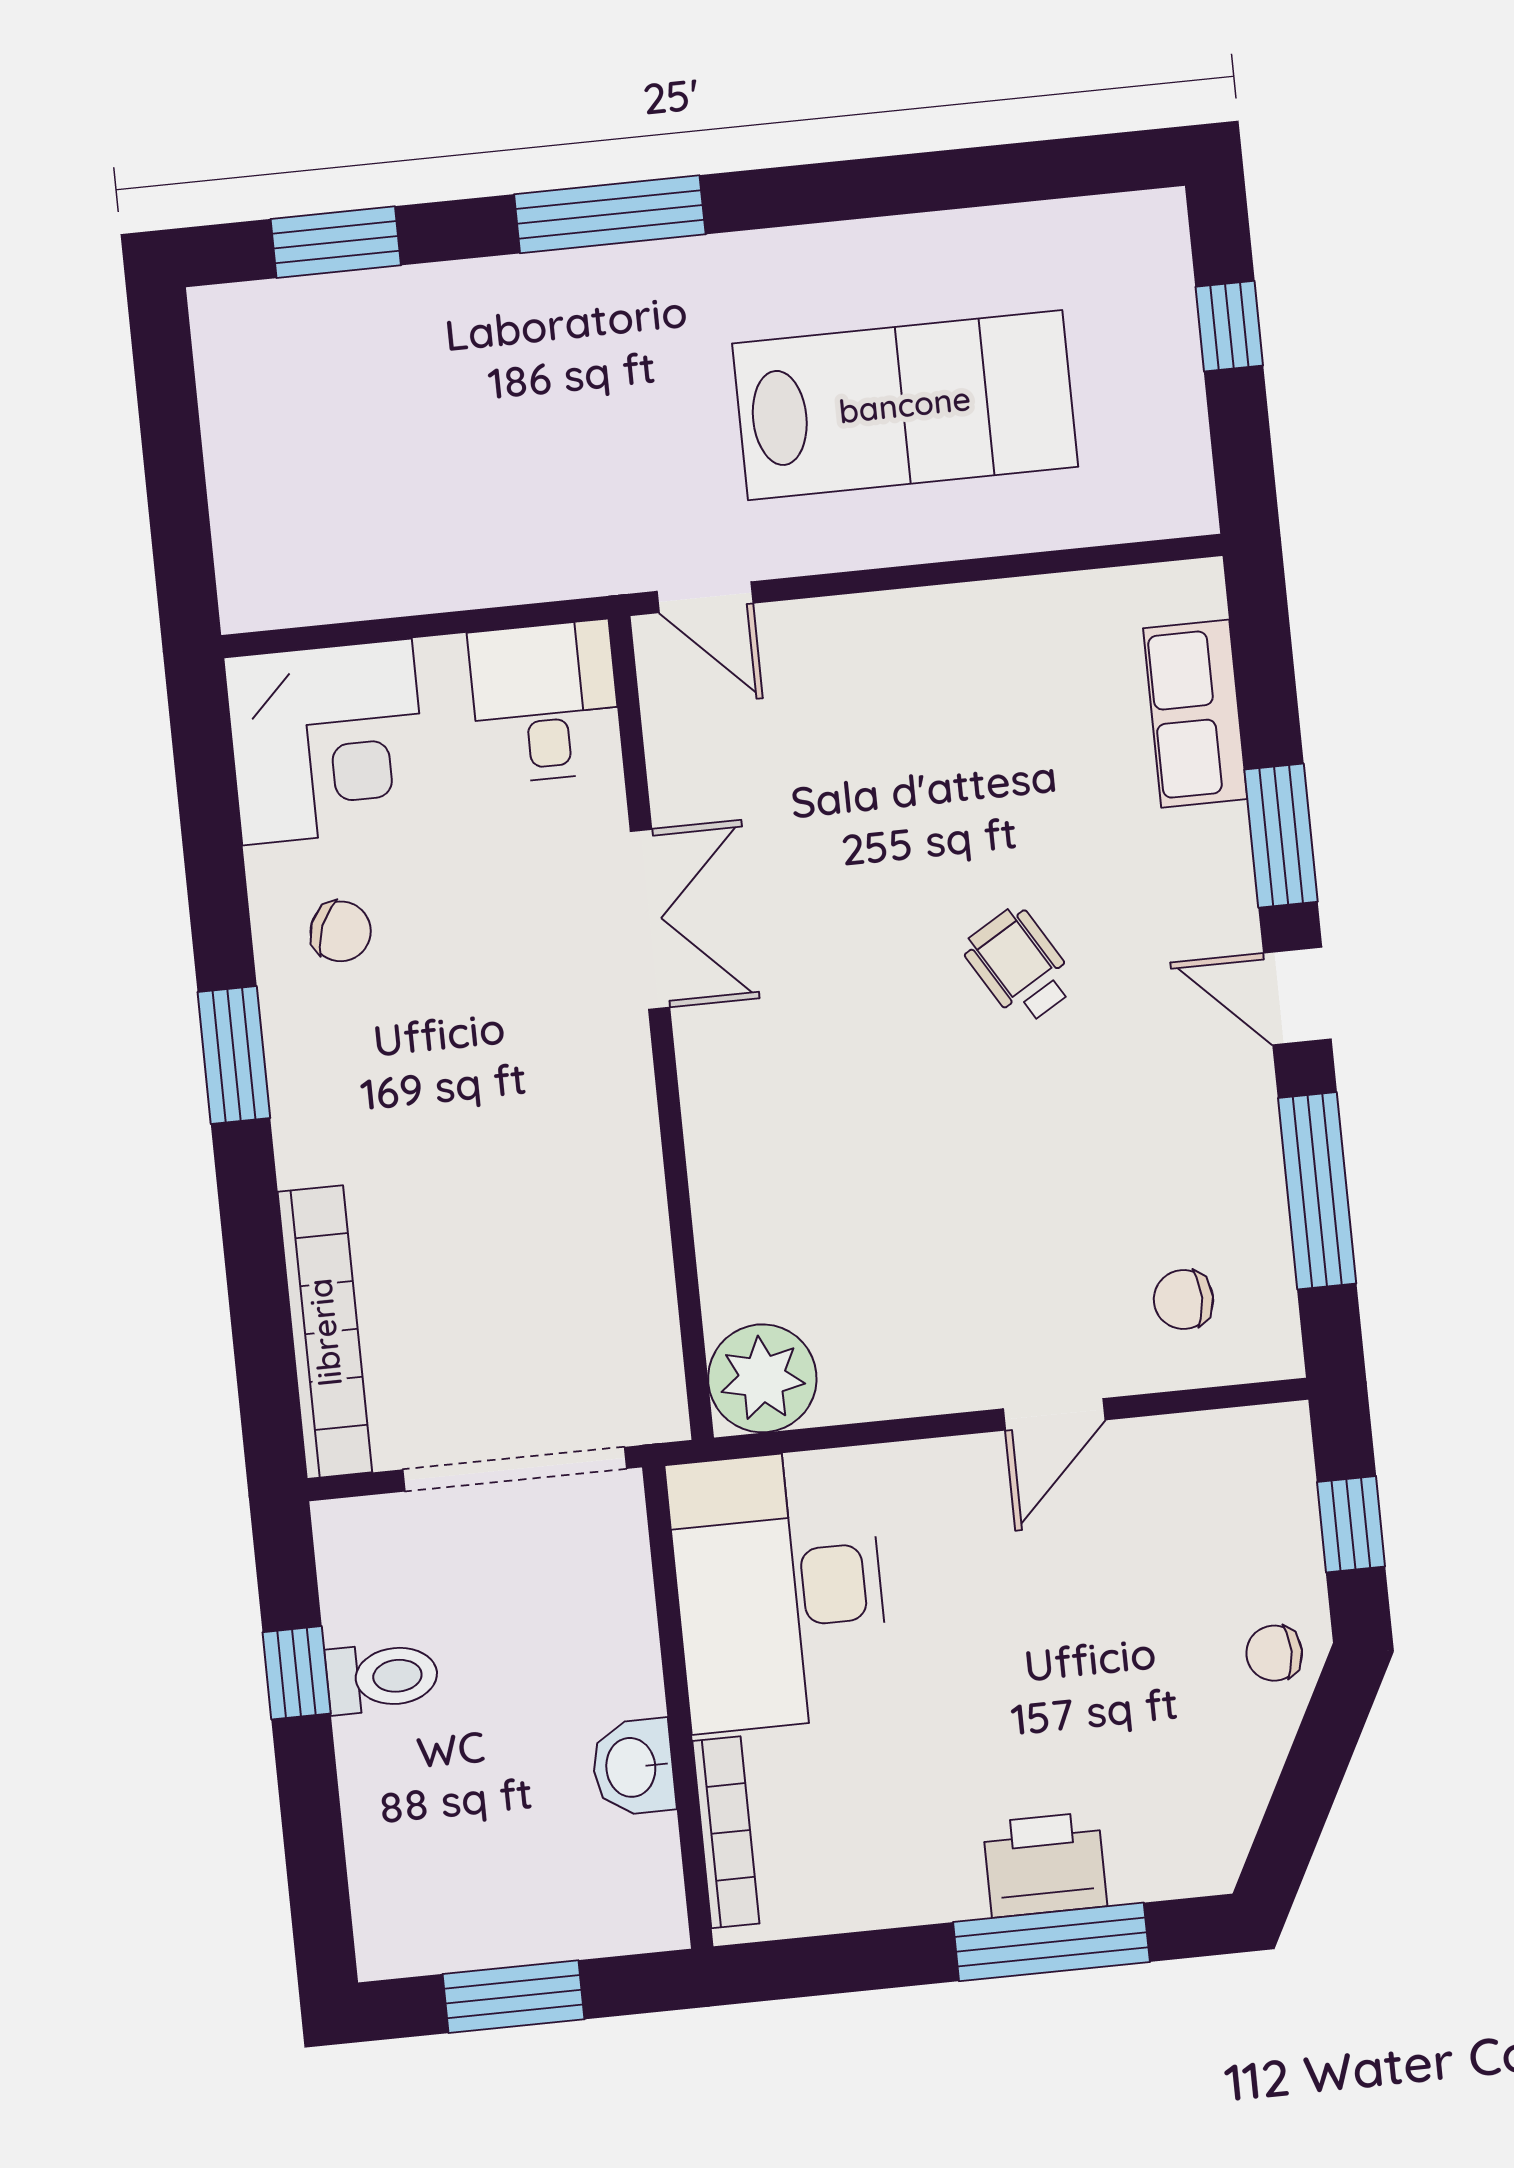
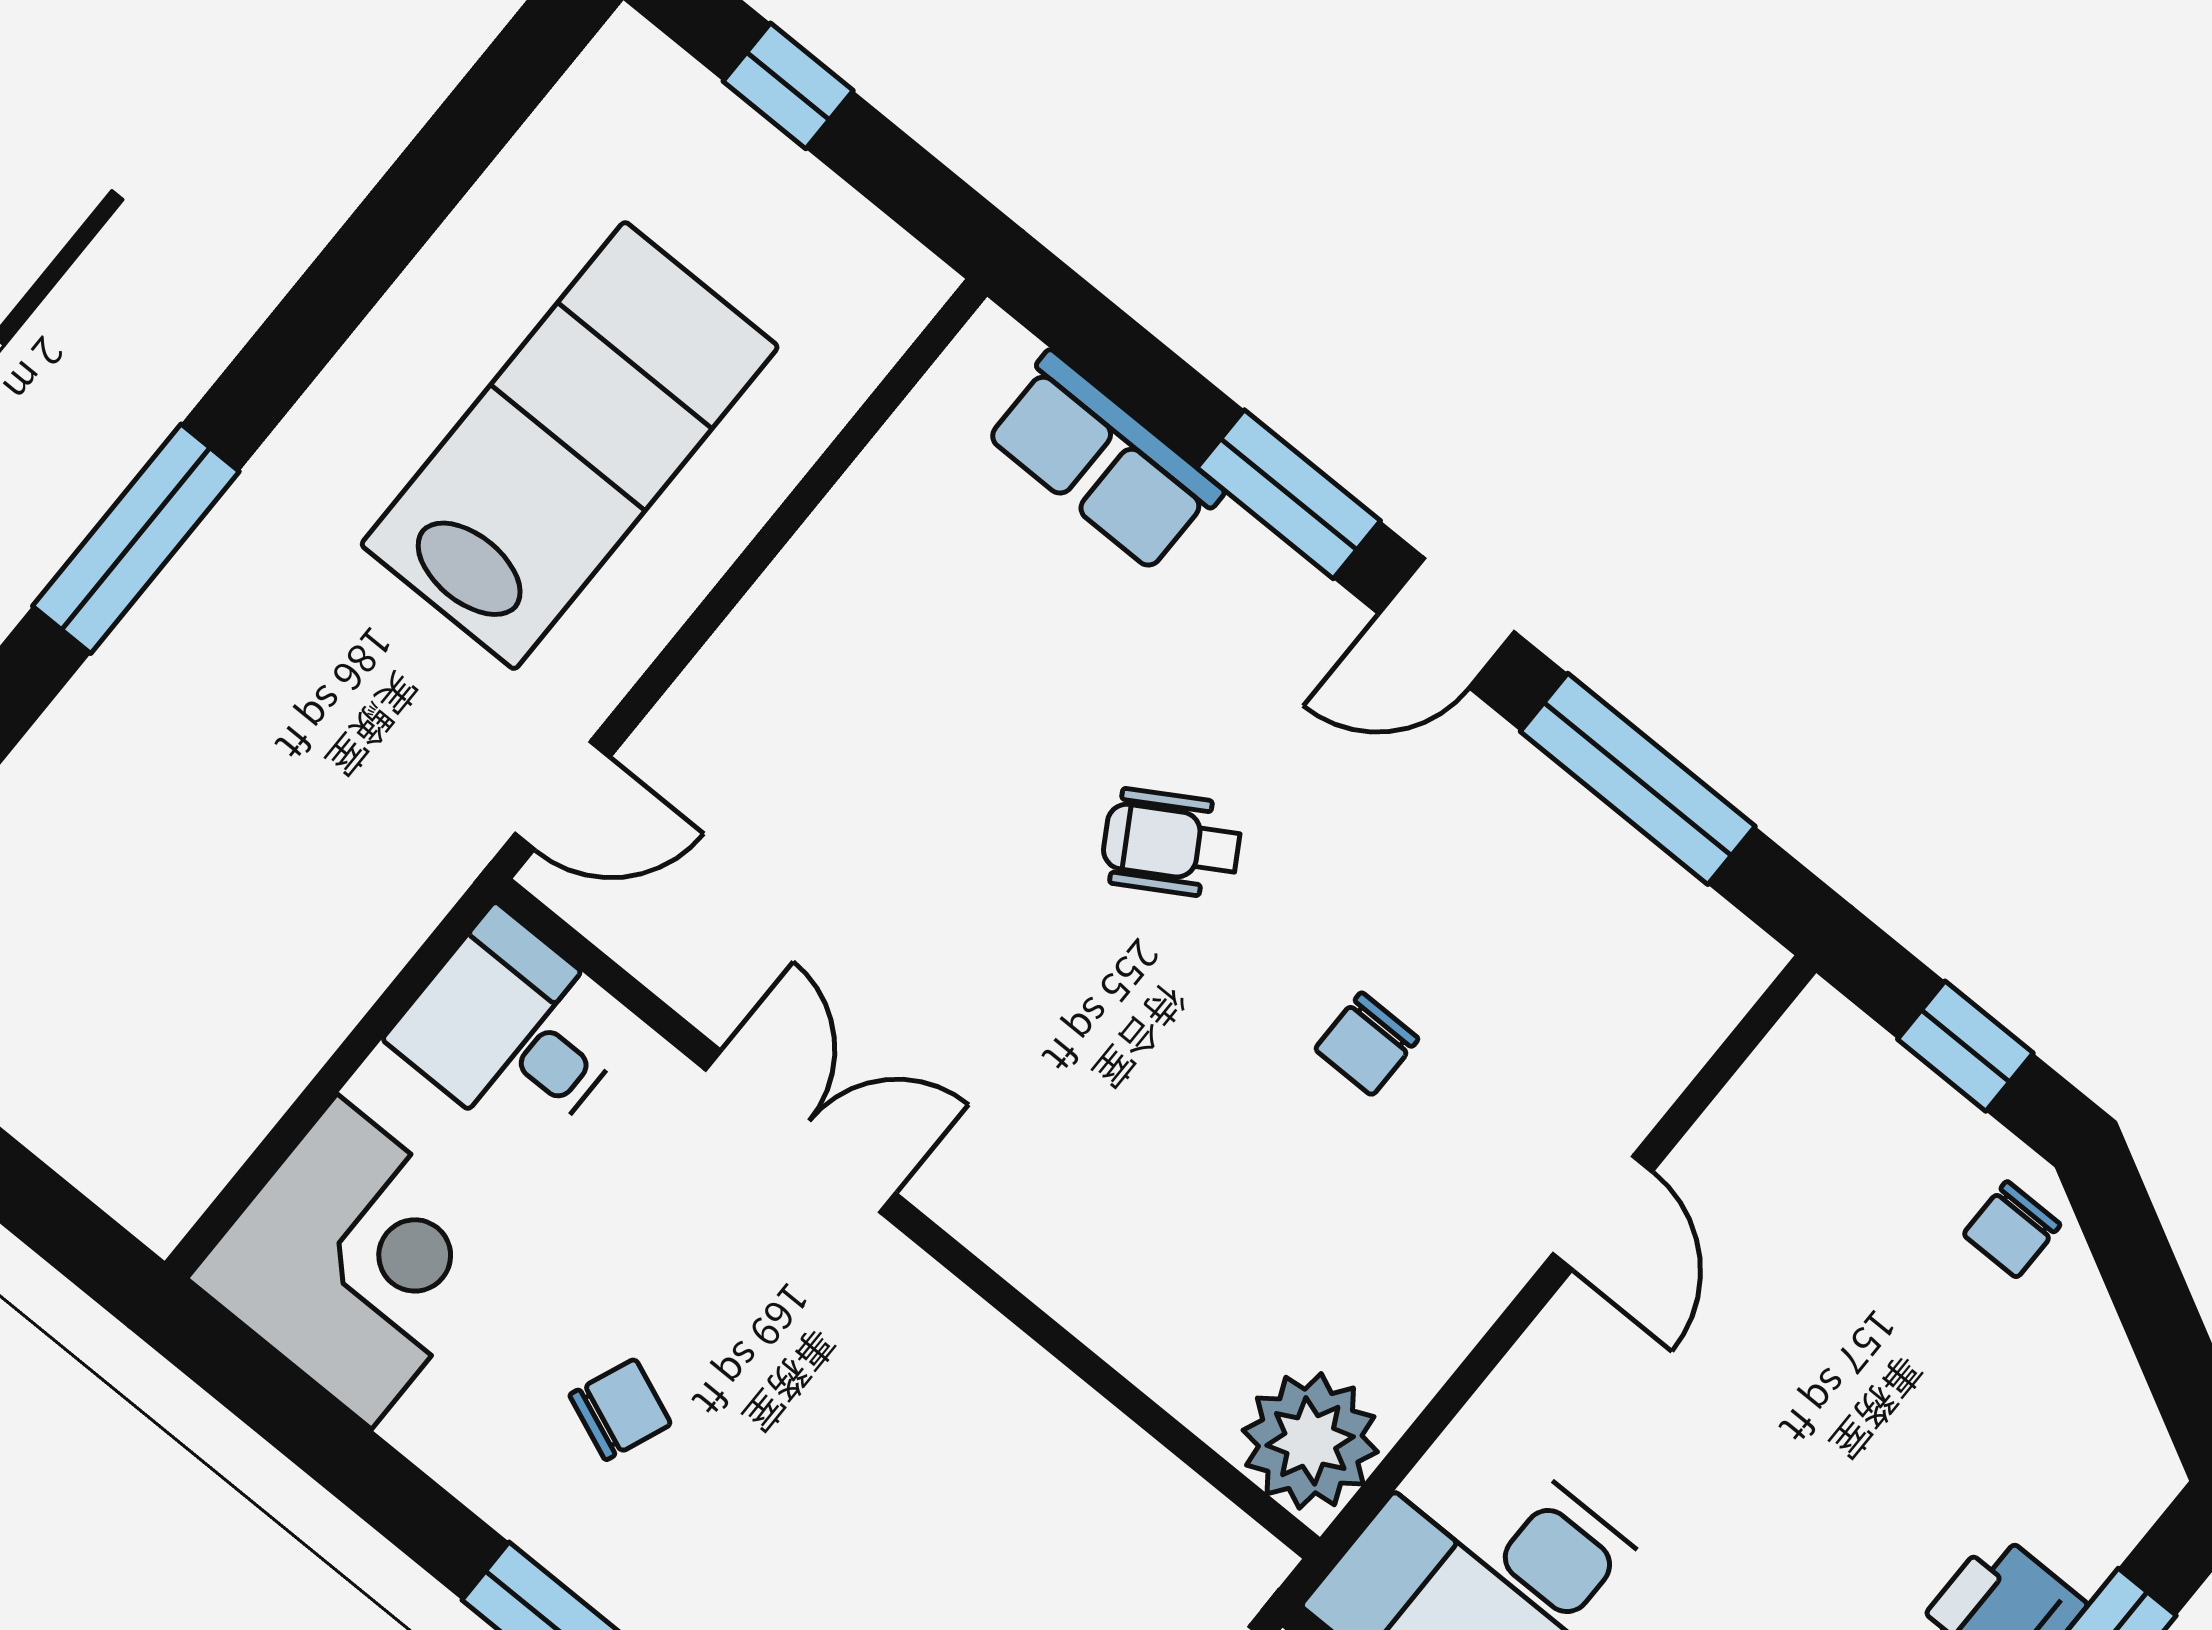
chair: (341, 931) -> (620, 1409), moved
chair: (1184, 1300) -> (1367, 1044), moved

